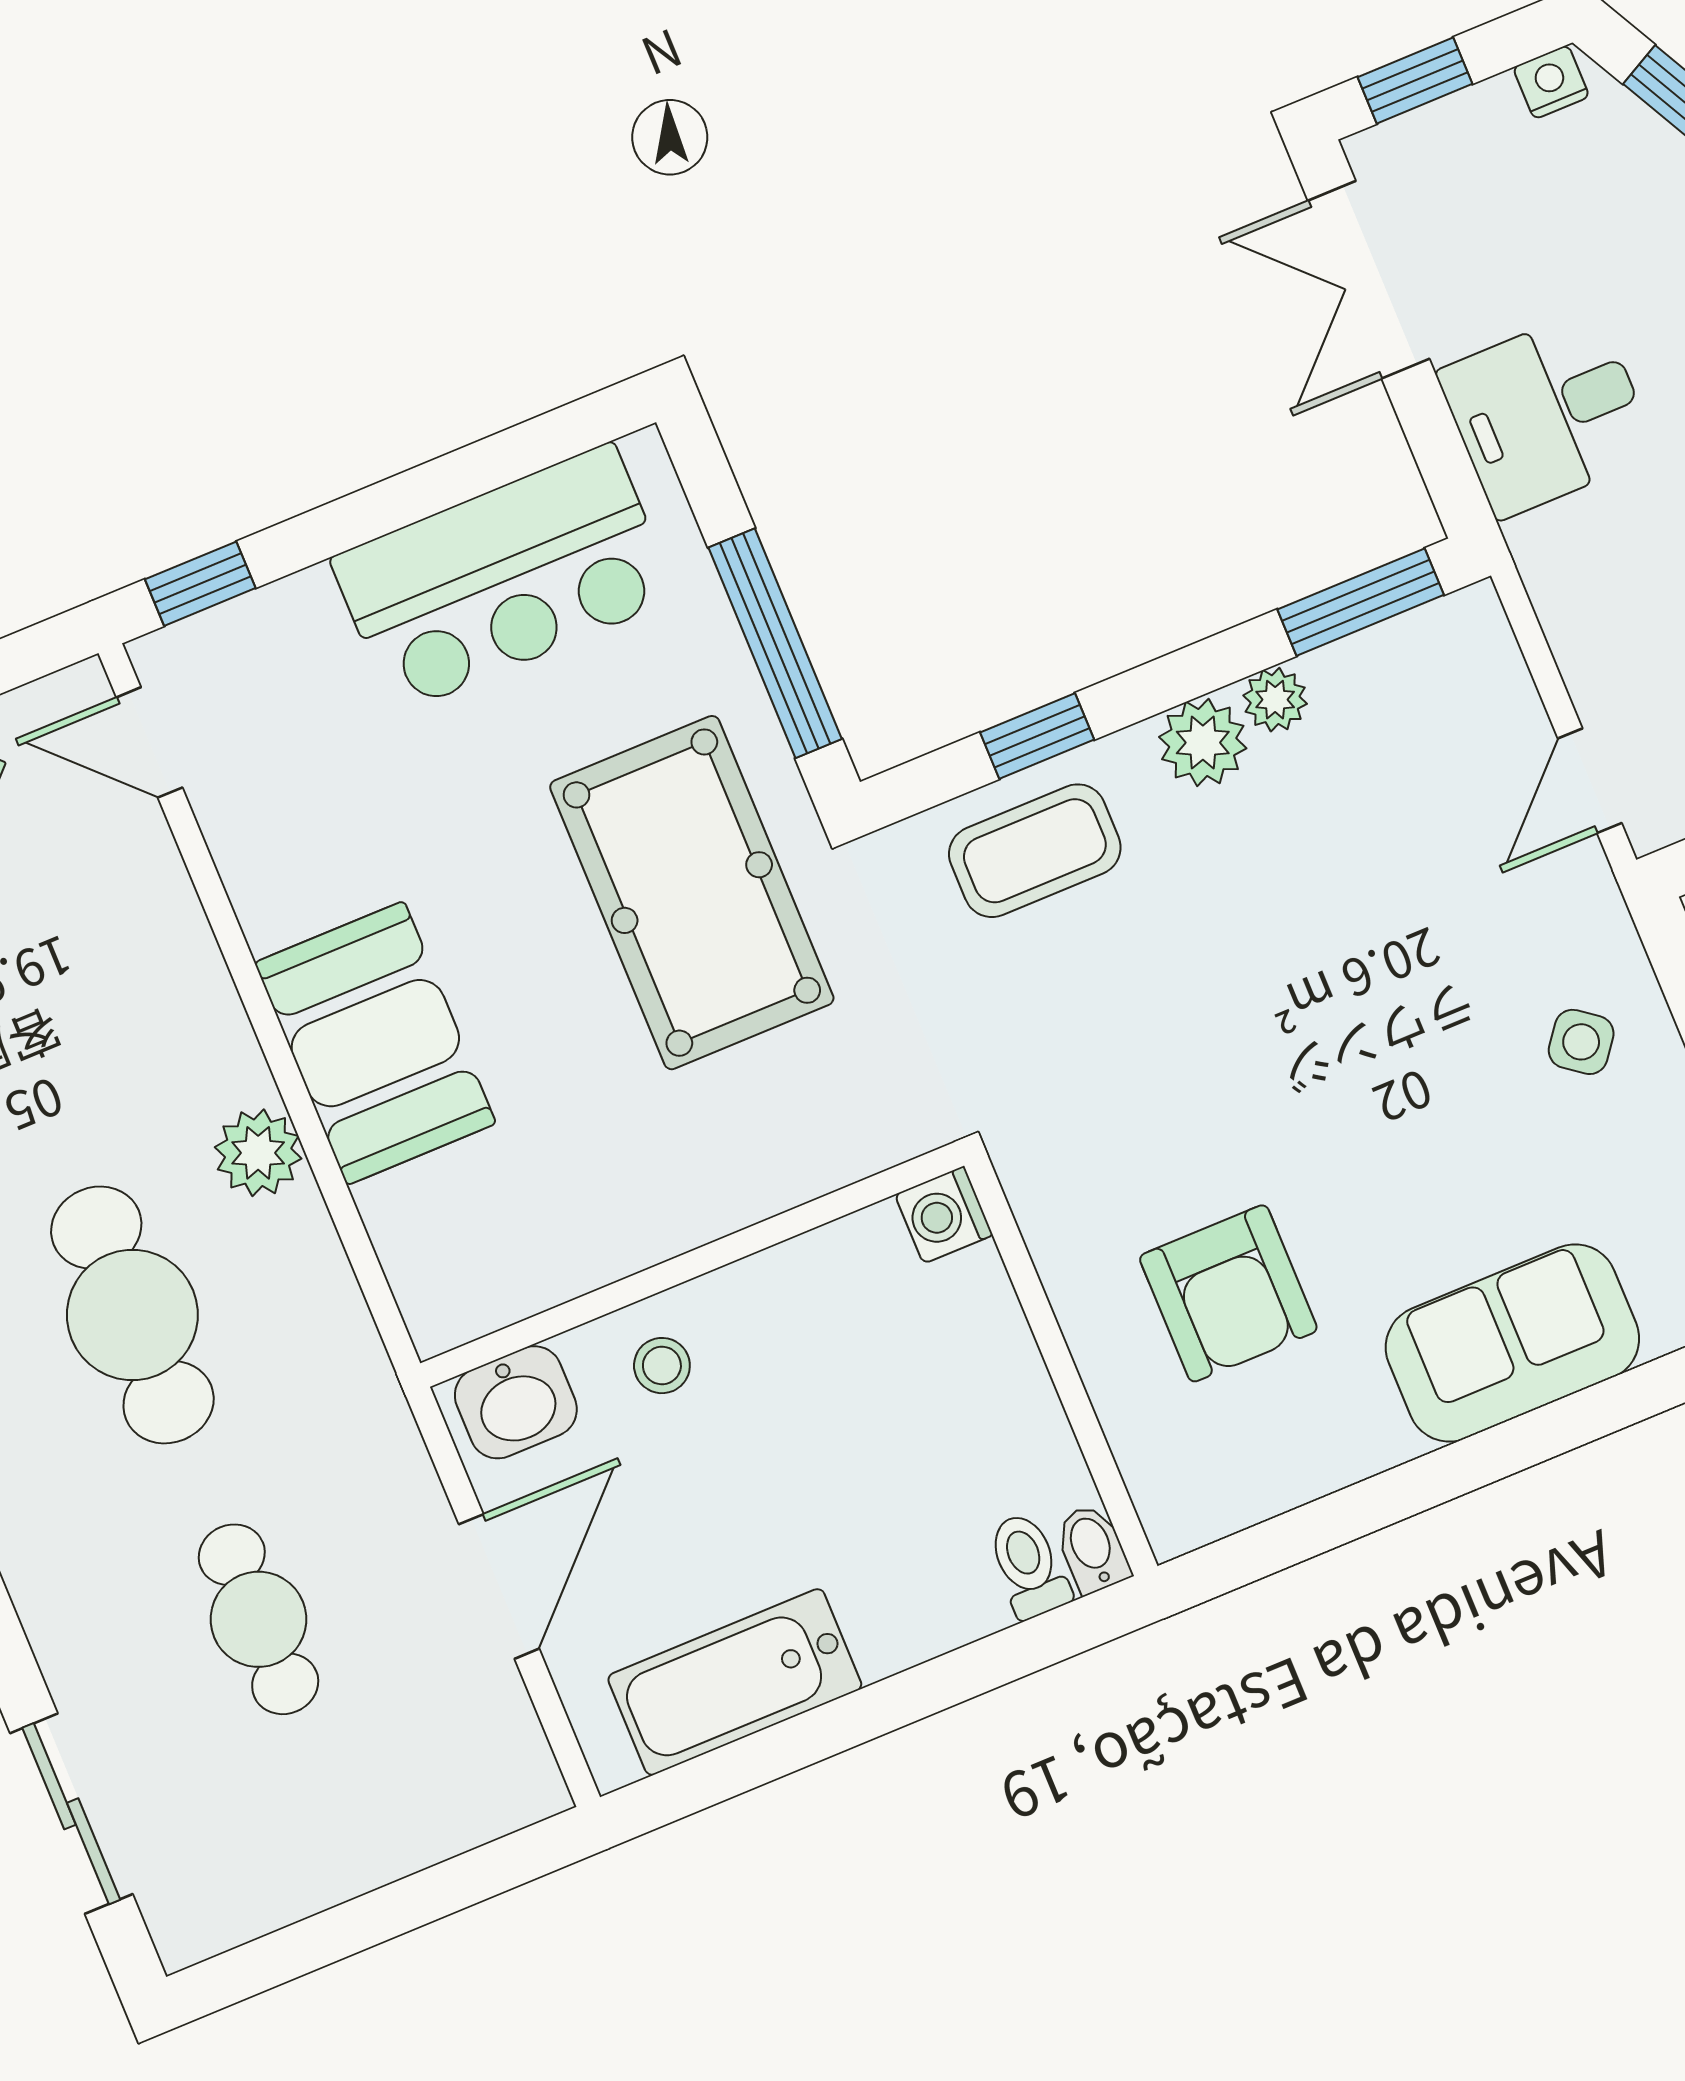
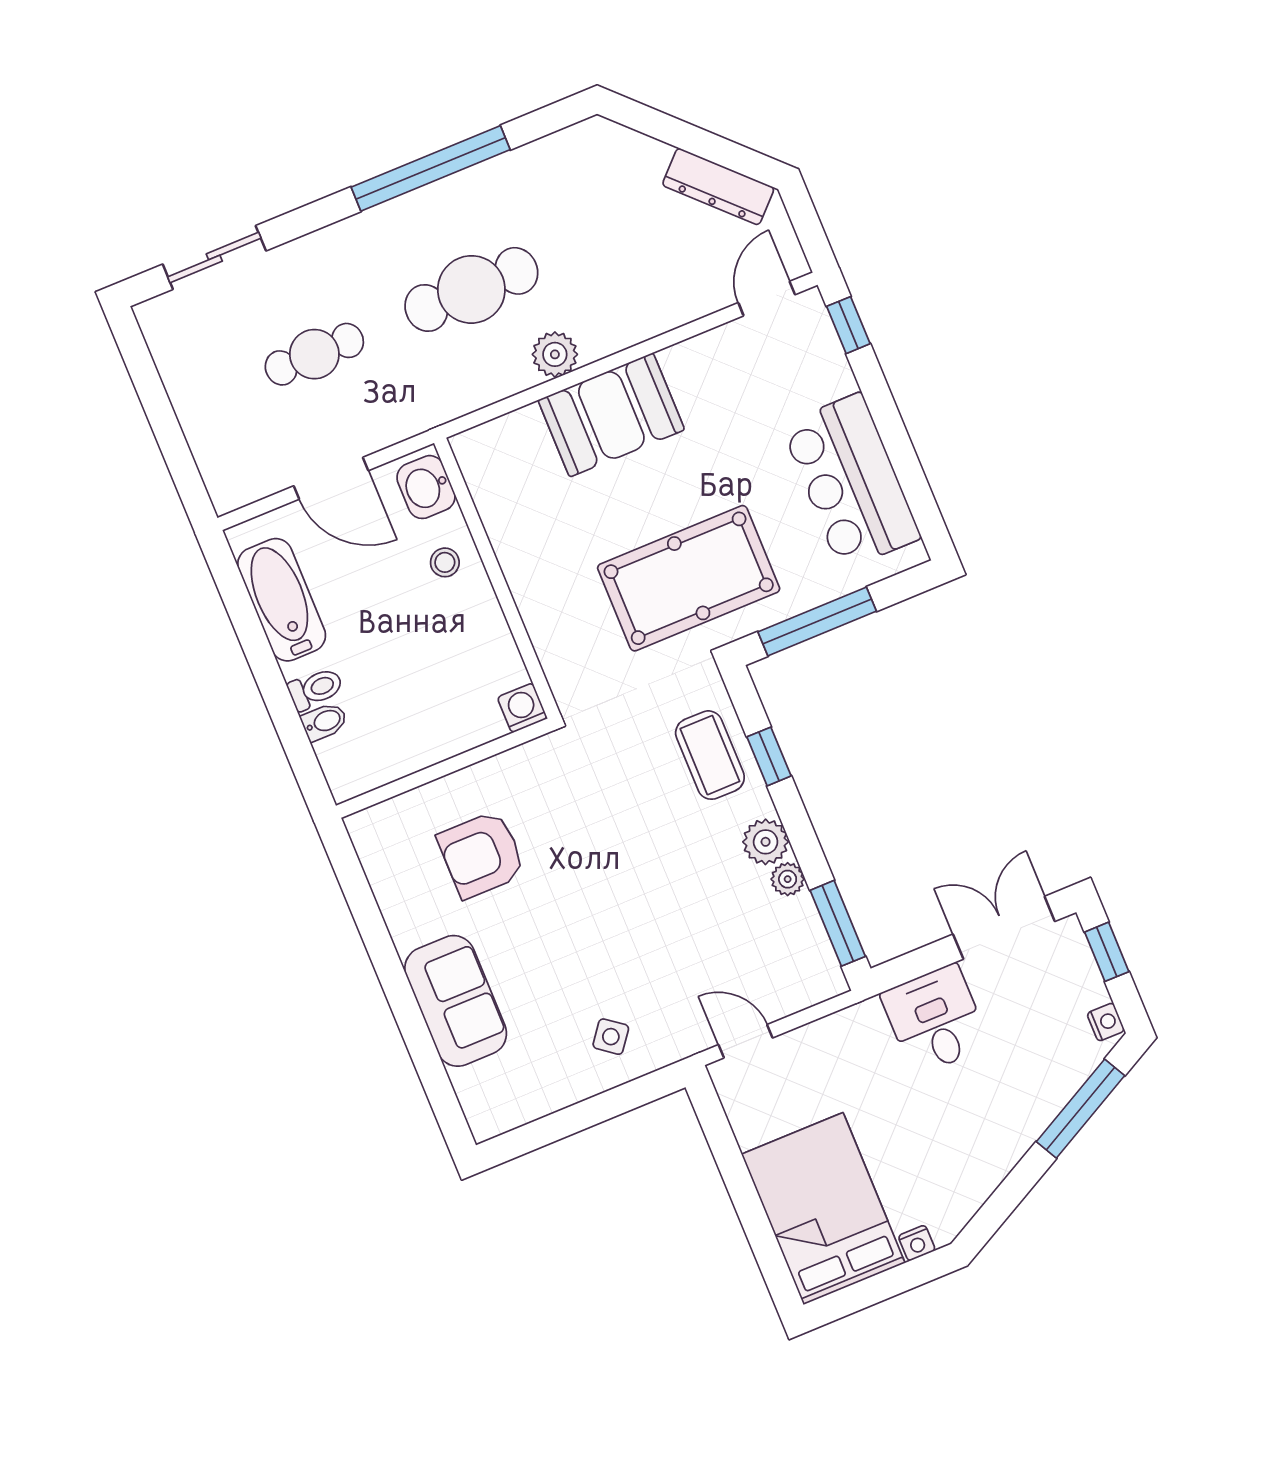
bidet: (1092, 1549) -> (324, 722), moved
toilet: (1029, 1566) -> (316, 689), moved

